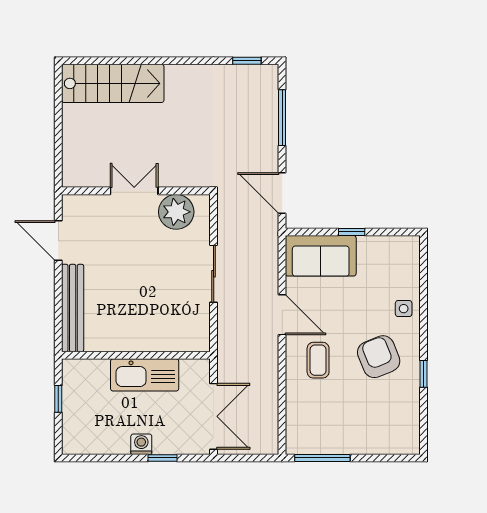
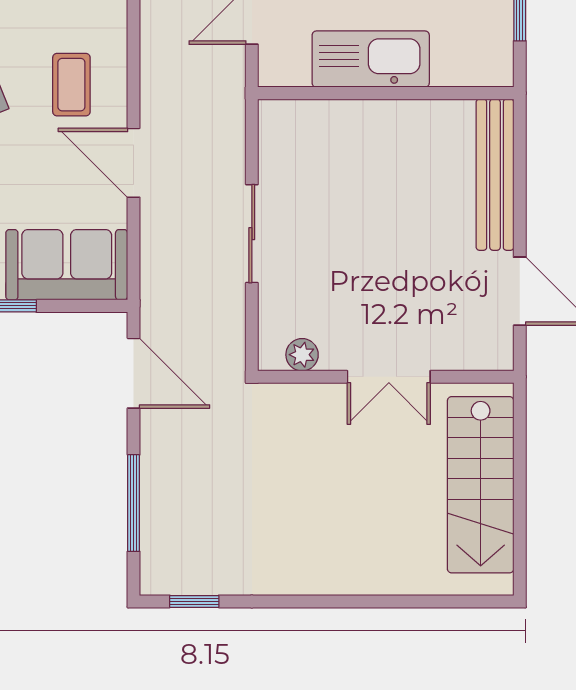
stairs: (113, 83) -> (481, 485), moved, turned -90
plant: (176, 212) -> (302, 355), width x0.53, depth x0.53

